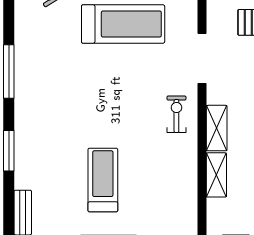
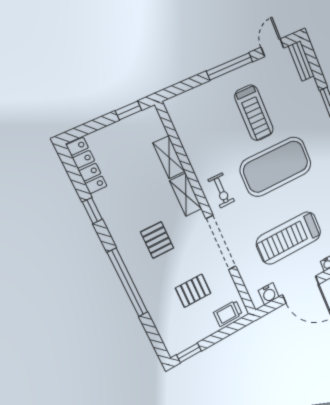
doorway: (202, 58) -> (221, 243), width x1.36
exercise mat: (103, 111) -> (276, 167), added

